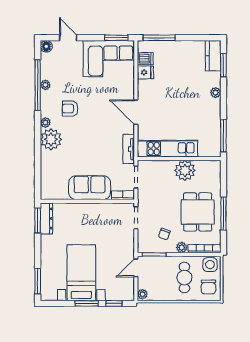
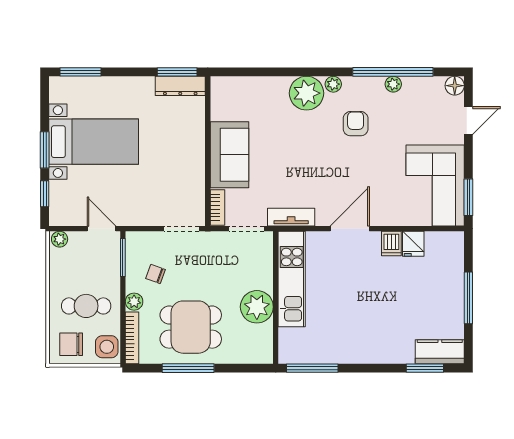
window: (159, 38) -> (468, 298), moved
dishwasher: (145, 59) -> (391, 244), moved
plant: (216, 93) -> (381, 356), removed

